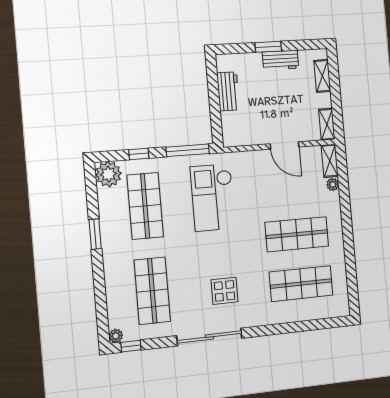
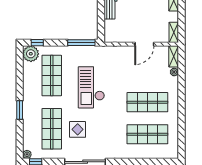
door: (285, 145) -> (144, 44), hinge flipped
window: (139, 154) -> (37, 43), moved
checkout: (213, 197) -> (91, 87), moved
window: (95, 234) -> (20, 110), moved
display table: (225, 291) -> (78, 129), moved

